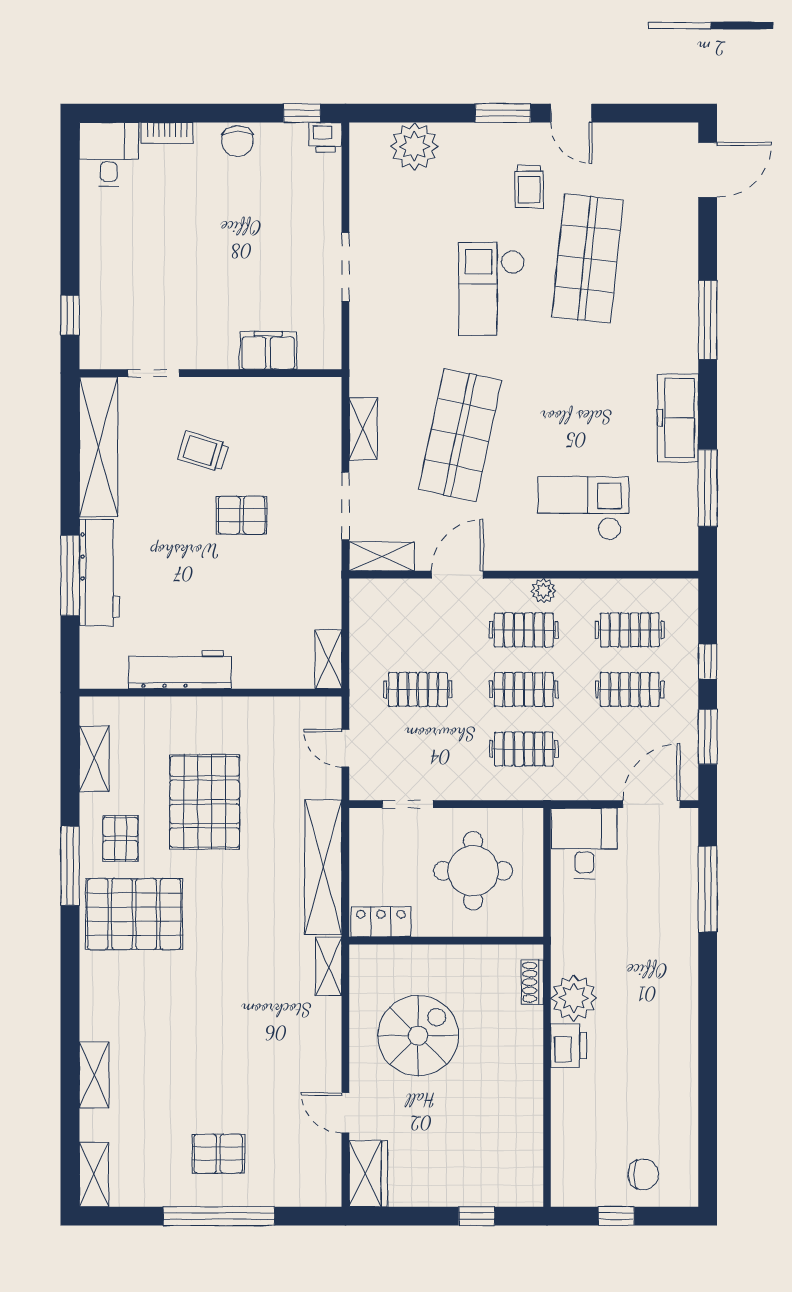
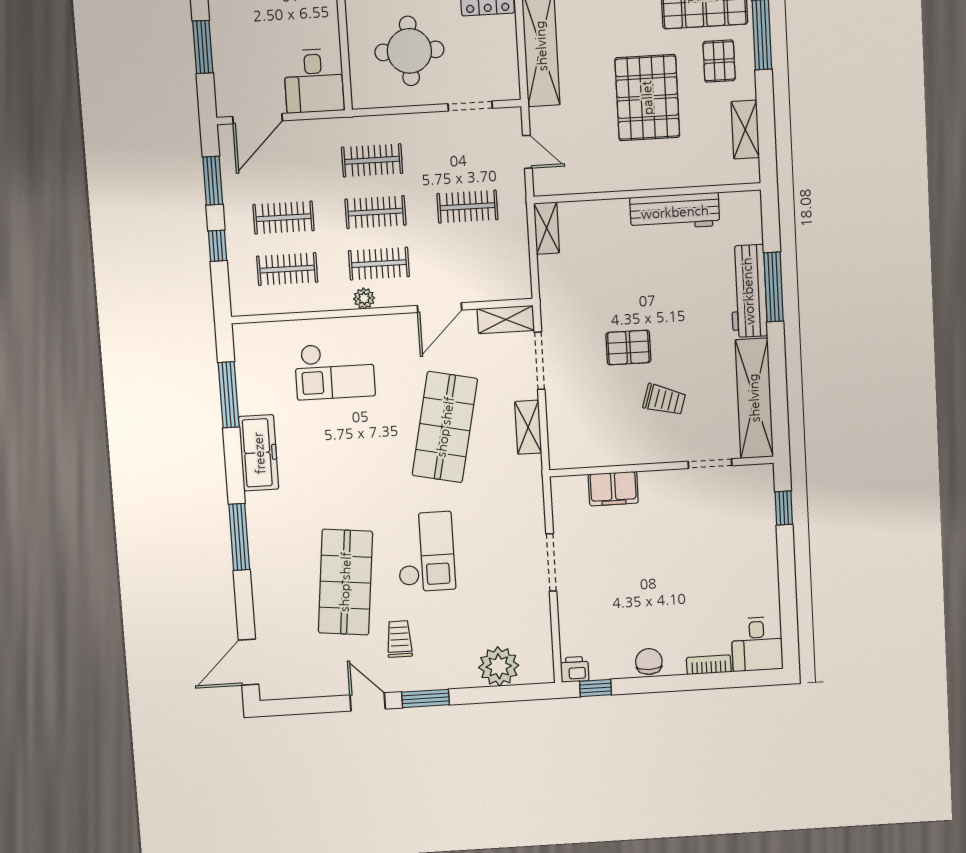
window: (708, 889) -> (203, 47), width x0.69

